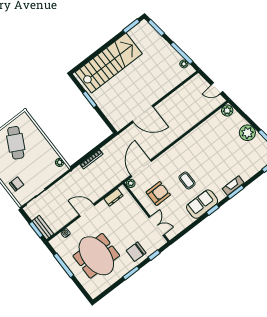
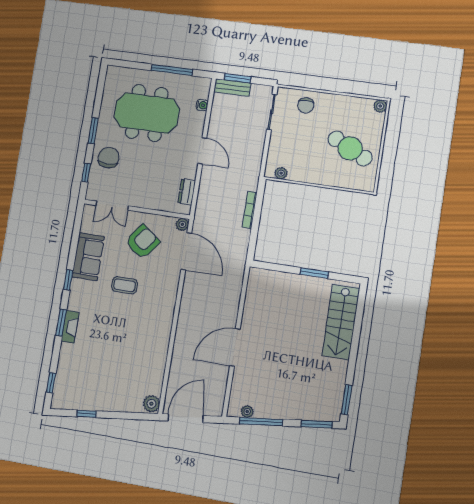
stairs: (109, 63) -> (341, 322), width x0.73, depth x0.66
door: (217, 88) -> (186, 418), width x1.87
door: (143, 114) -> (235, 347), moved
plant: (247, 133) -> (107, 400), removed
armchair: (158, 194) -> (142, 242), turned -143
sofa: (202, 204) -> (88, 257), moved
door: (87, 210) -> (202, 151), hinge flipped

